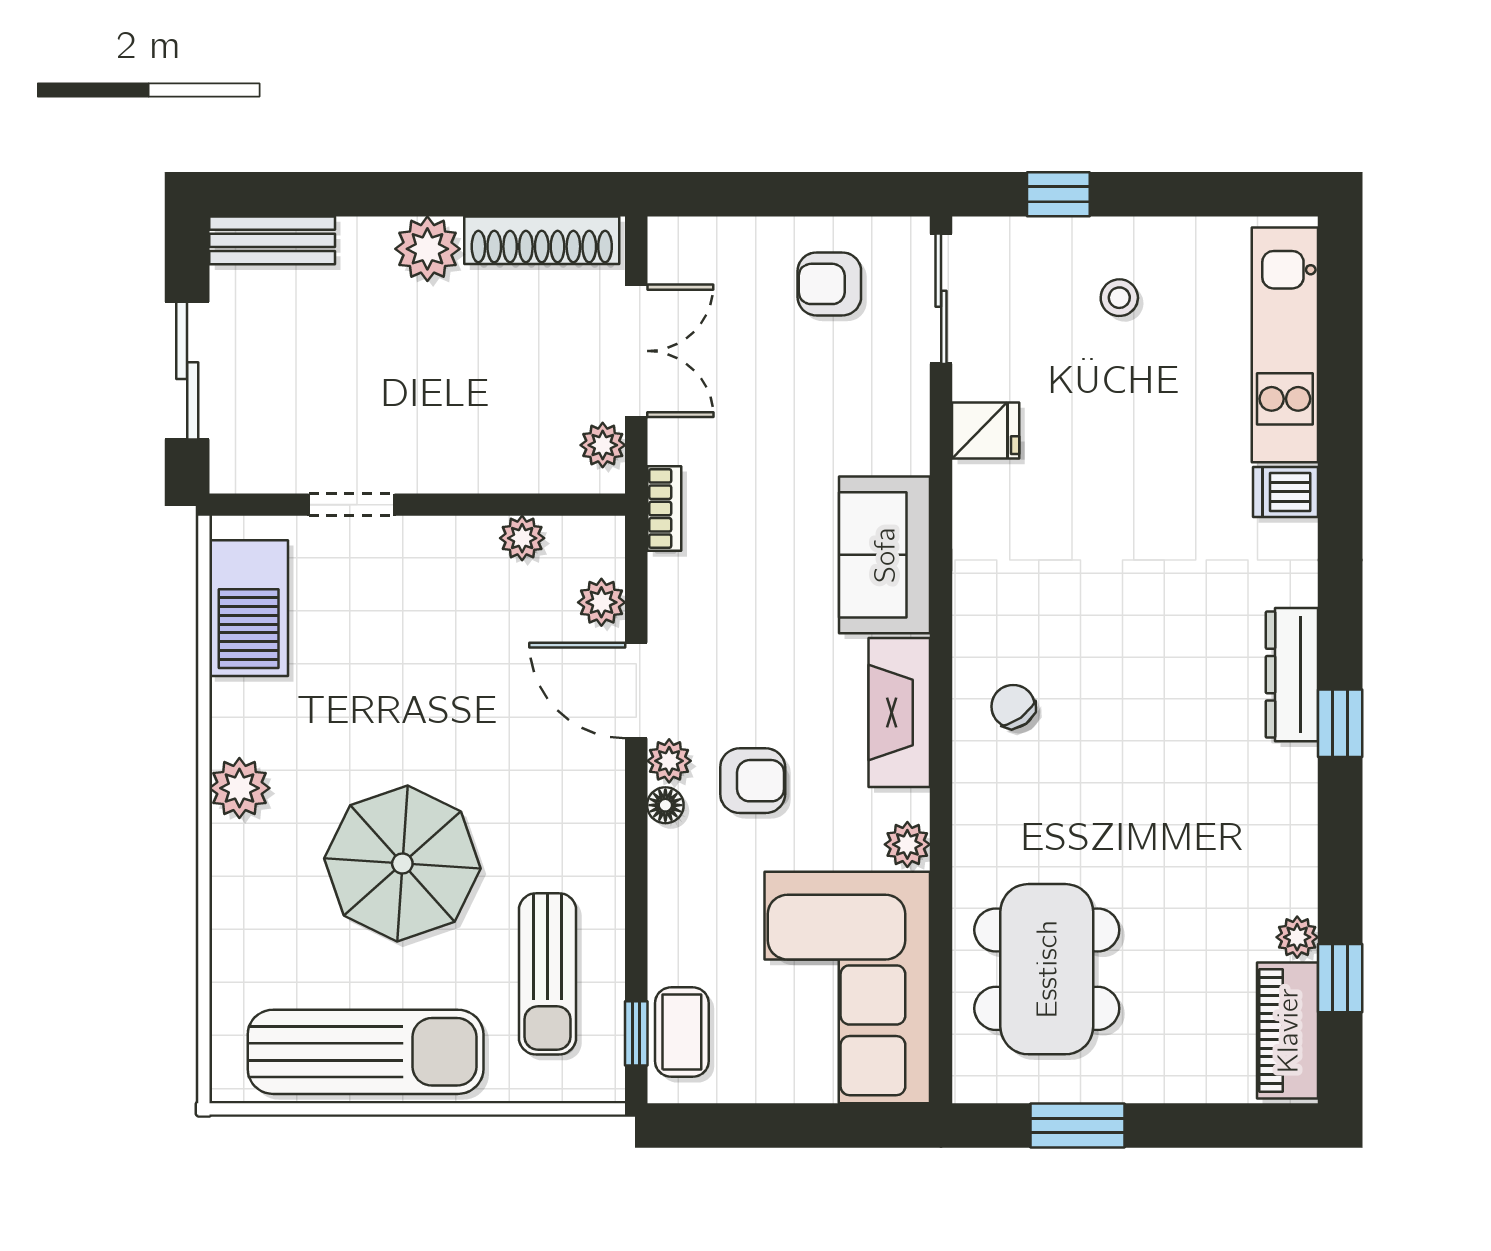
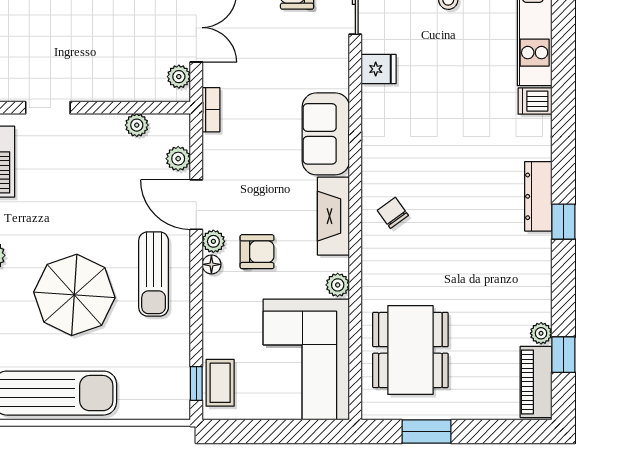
sun lounger: (548, 974) -> (154, 274), moved

